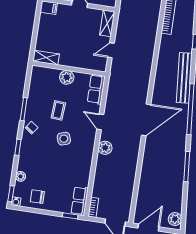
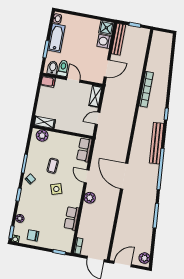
plant: (67, 77) -> (42, 136), moved
door: (146, 120) -> (124, 176), swing flipped
row of seats: (80, 201) -> (71, 218), moved

